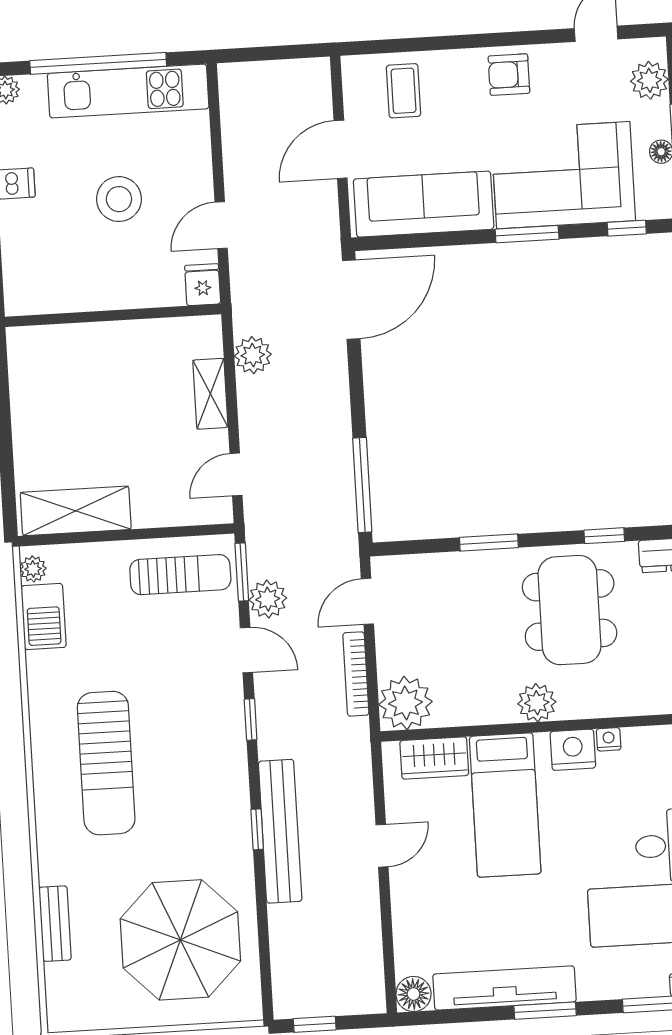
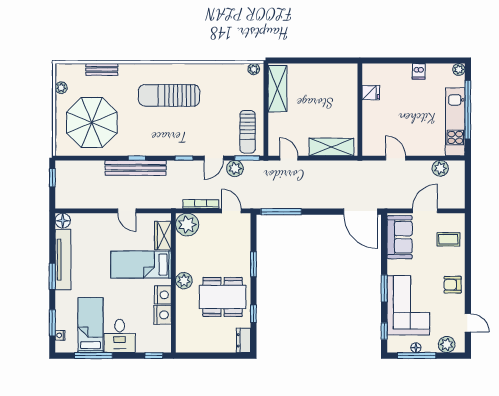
armchair: (509, 75) -> (453, 285), turned -90
door: (341, 149) -> (425, 211), hinge flipped
stool: (119, 199) -> (409, 115), removed
sofa: (424, 204) -> (400, 237), width x0.73
fridge: (203, 285) -> (371, 93), moved
plant: (253, 355) -> (440, 168), moved
shelving: (210, 394) -> (331, 147), width x1.50, depth x1.33
barbecue: (43, 617) -> (233, 72), removed
nightstand: (609, 739) -> (163, 315), width x1.89, depth x1.79
plant: (103, 1016) -> (61, 88), added

